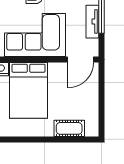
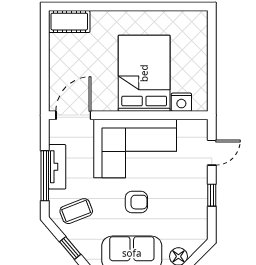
cot: (69, 128) -> (69, 22), moved

